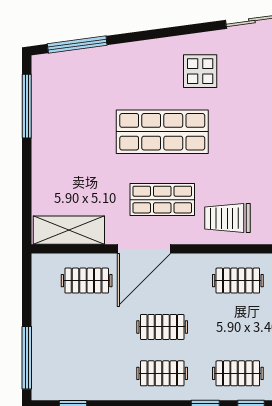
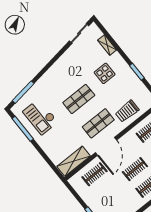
display table: (200, 71) -> (105, 73), moved
checkout: (73, 110) -> (40, 117), added
shop shelf: (162, 132) -> (79, 99), width x0.70, depth x0.74

